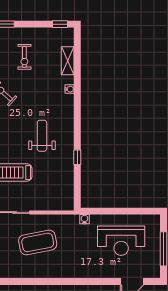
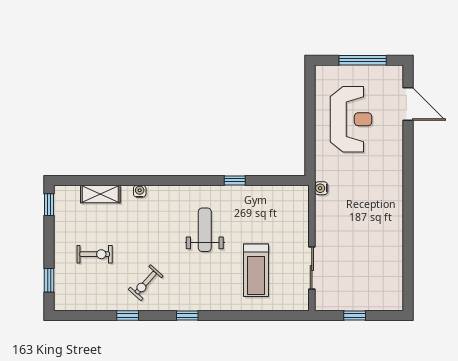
weight bench: (42, 136) -> (205, 230), turned 90
water cooler: (84, 219) -> (321, 188), moved
coffee table: (38, 242) -> (354, 236), removed

